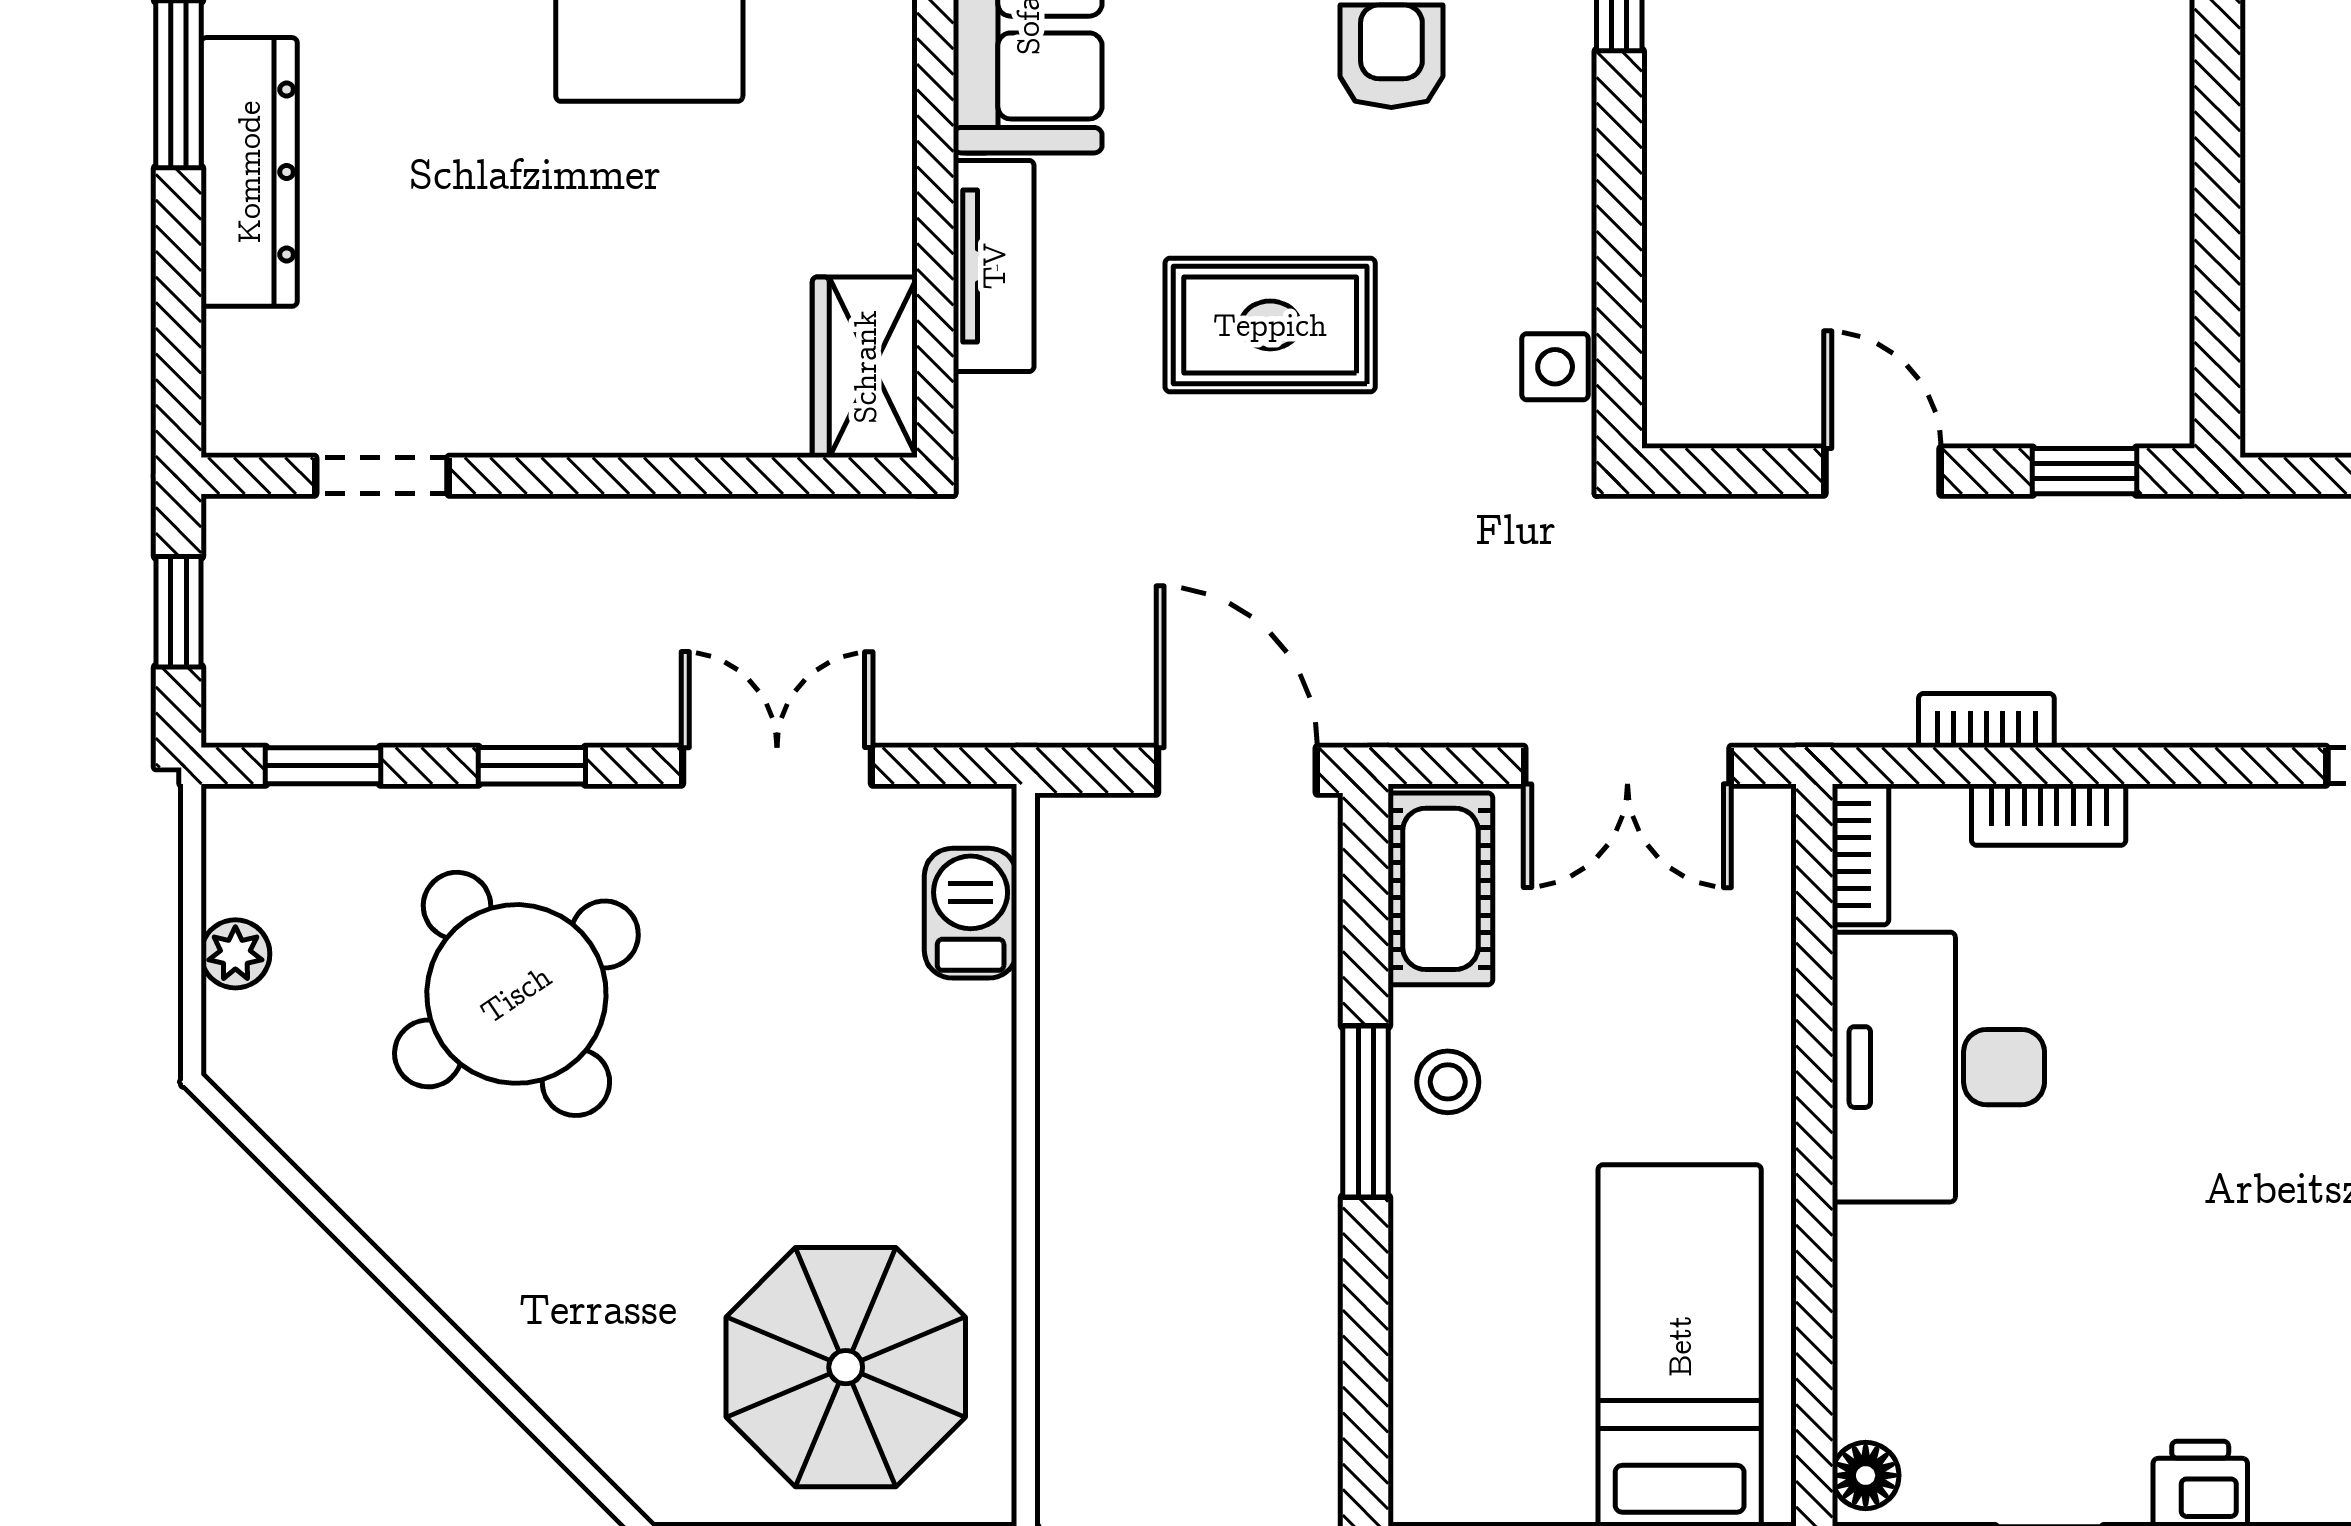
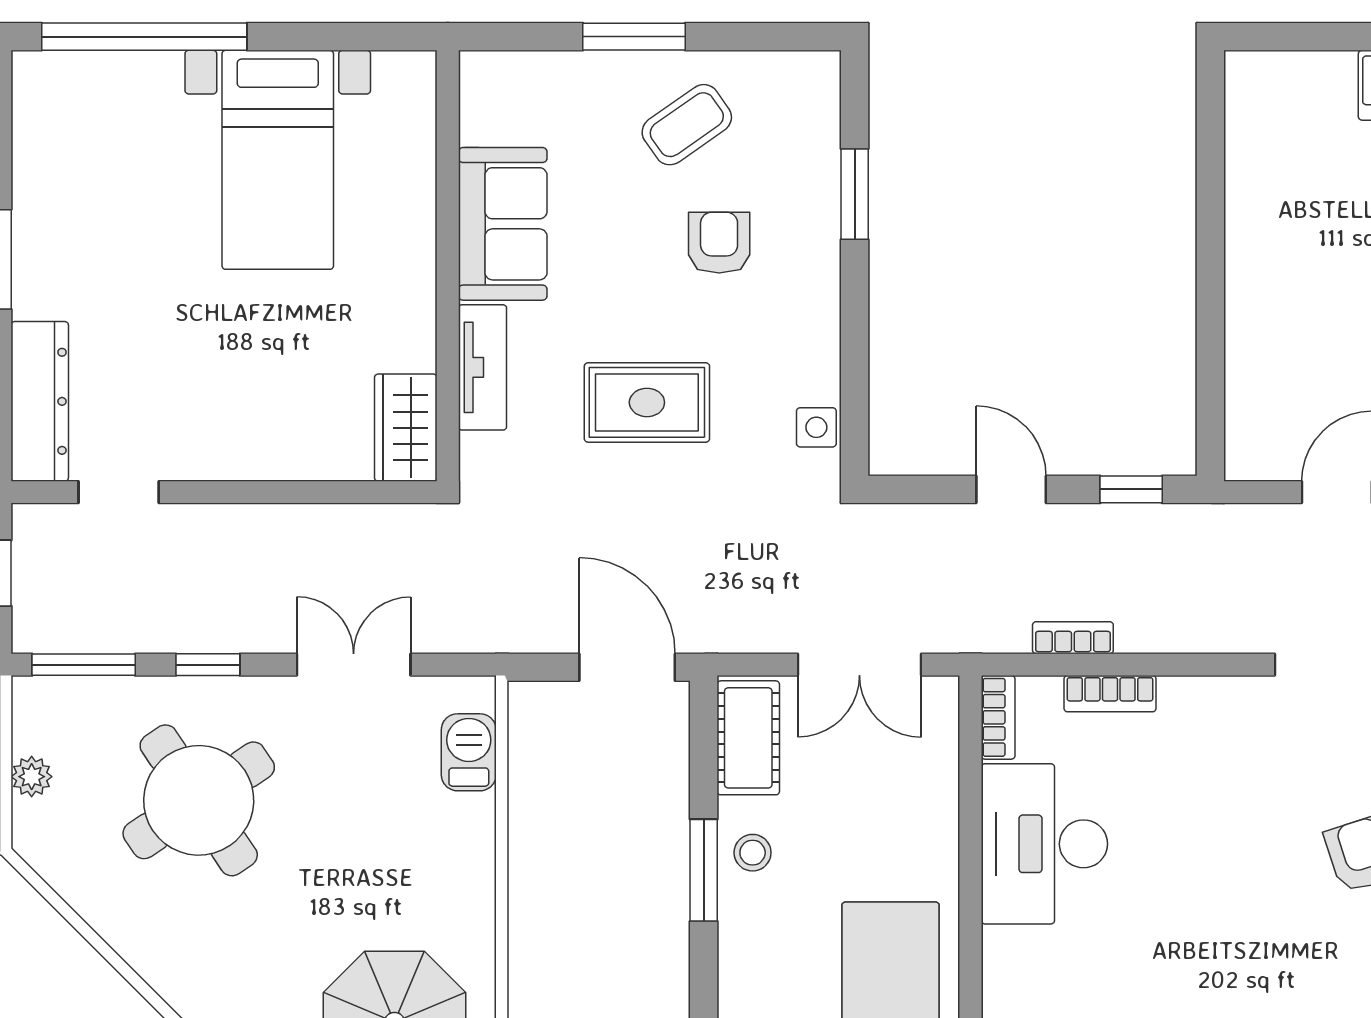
dresser: (249, 172) -> (40, 401), moved
window: (323, 766) -> (84, 665), width x1.50

